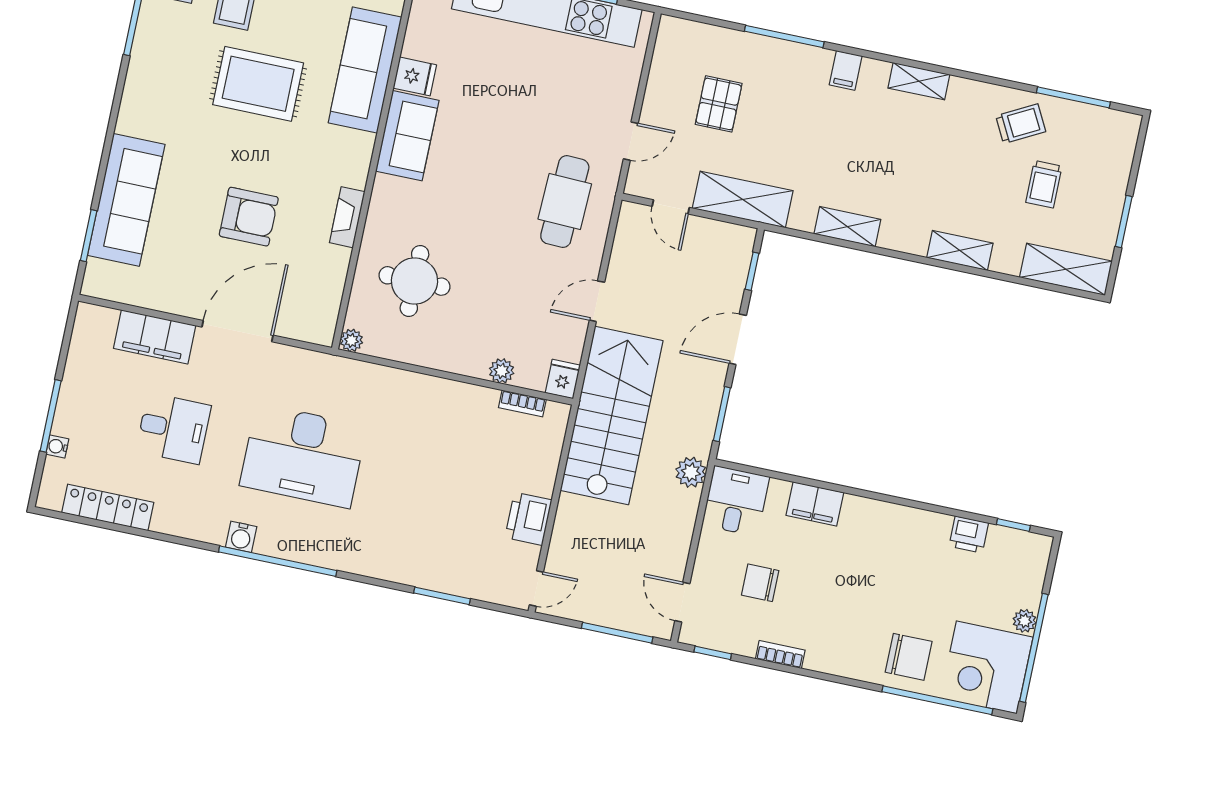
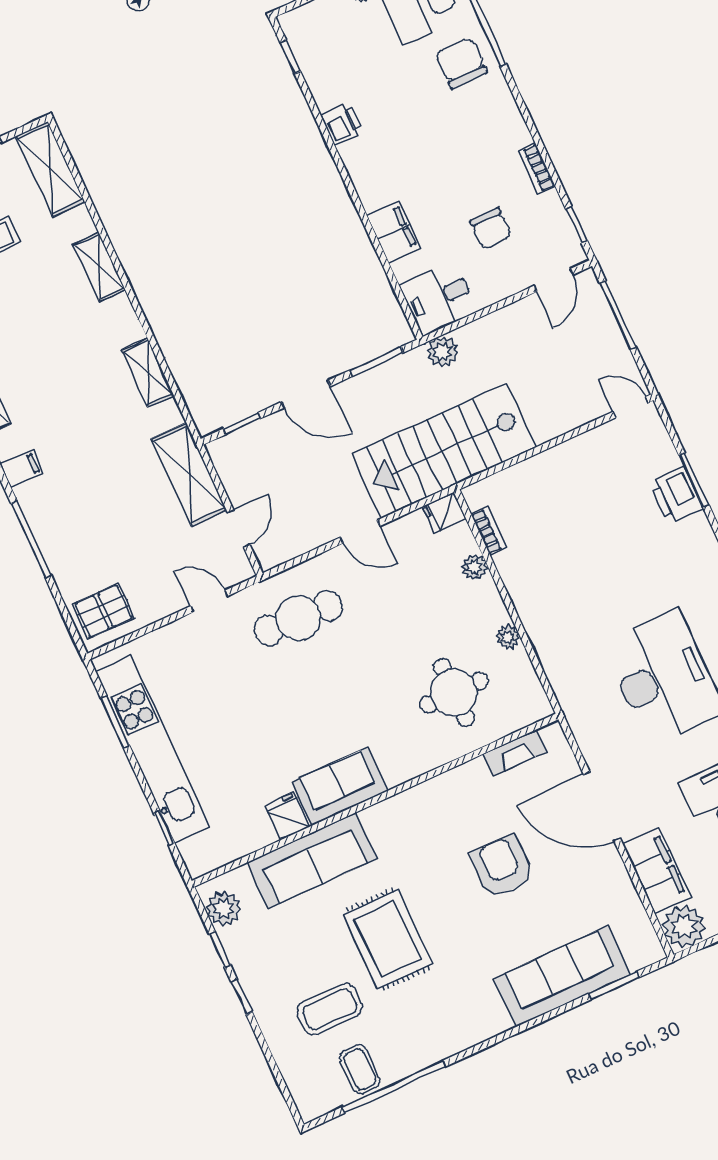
pallet: (719, 104) -> (104, 611), moved
fireplace: (347, 217) -> (515, 753), moved
plant: (94, 325) -> (684, 927), added
plant: (351, 340) -> (508, 637), moved
printer: (528, 519) -> (676, 495), moved, turned 90
printer: (969, 535) -> (342, 124), moved

